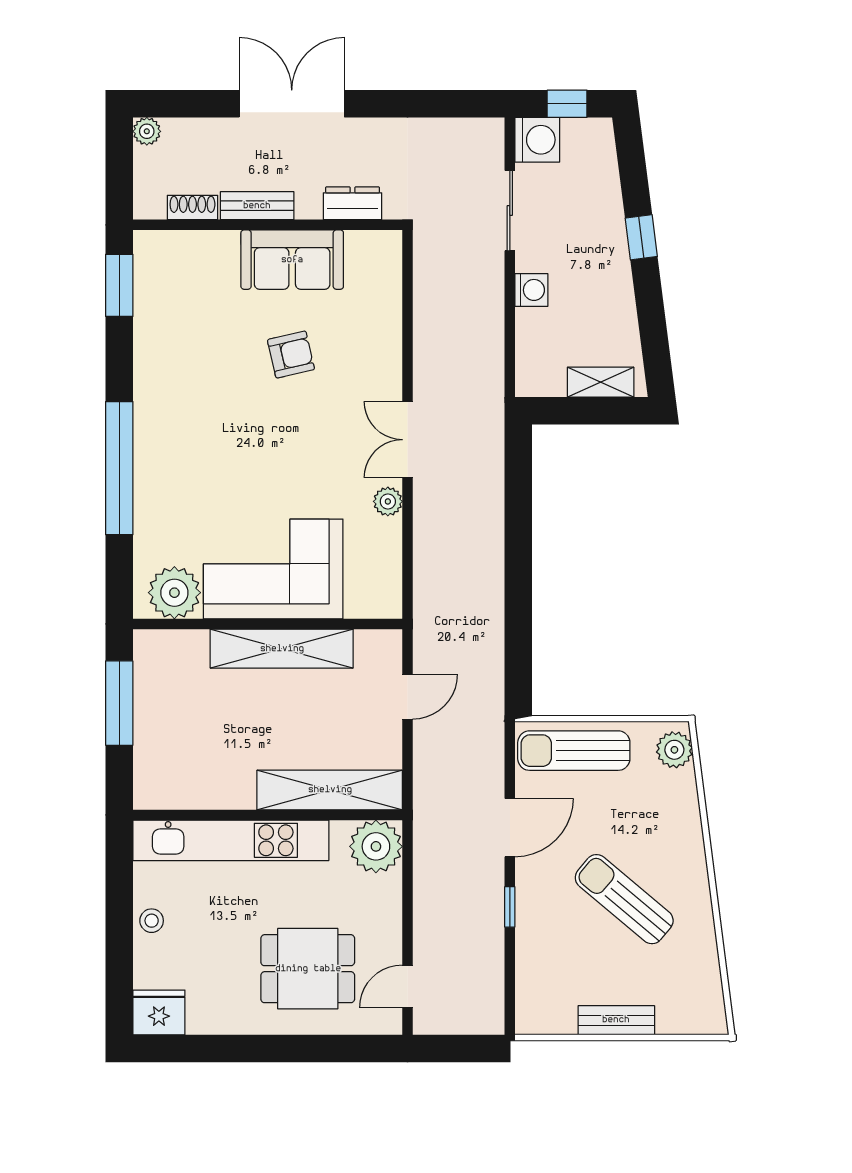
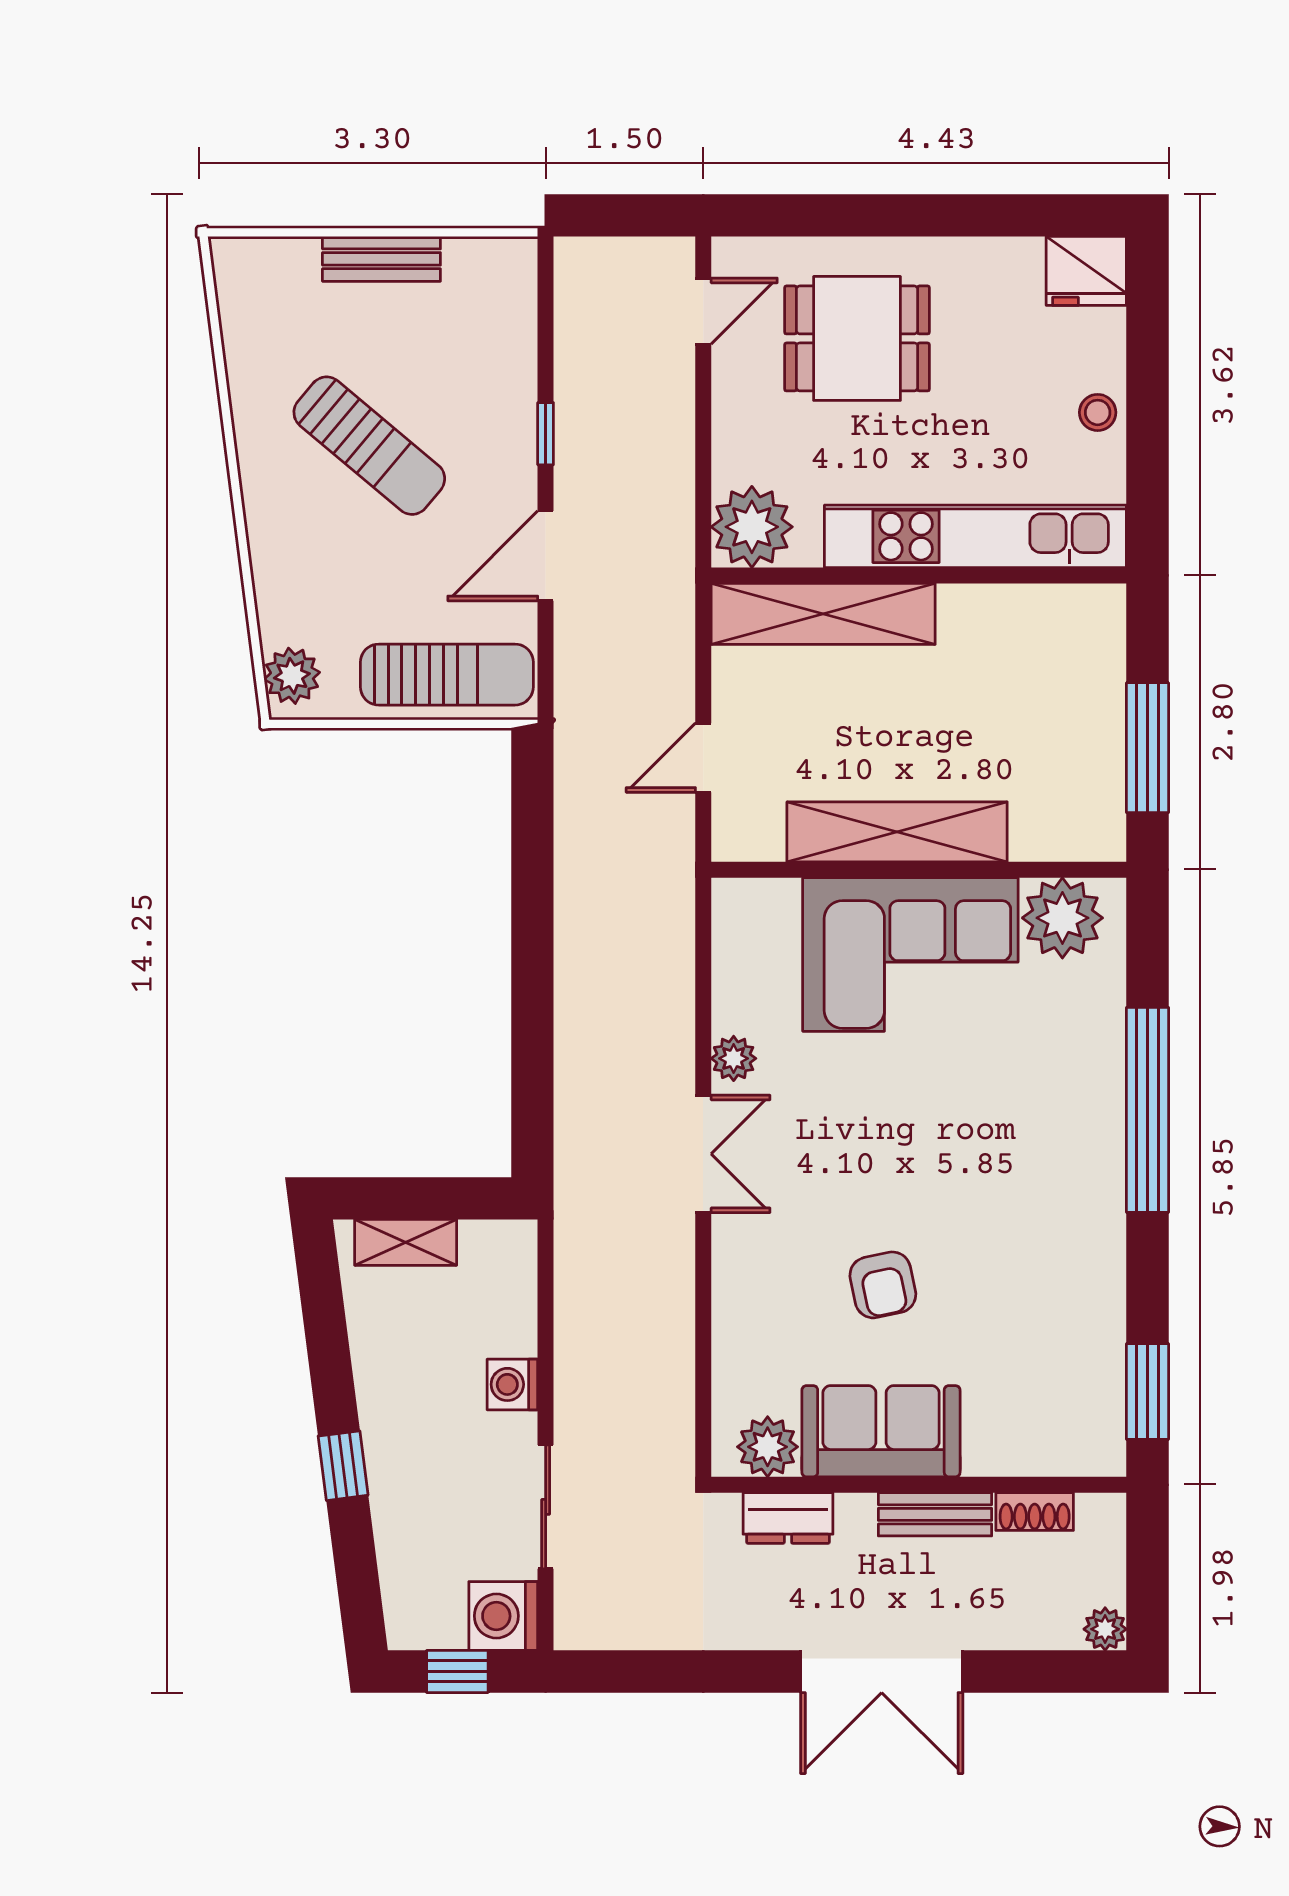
plant: (366, 250) -> (768, 1447), added
armchair: (291, 355) -> (883, 1285), turned -89

